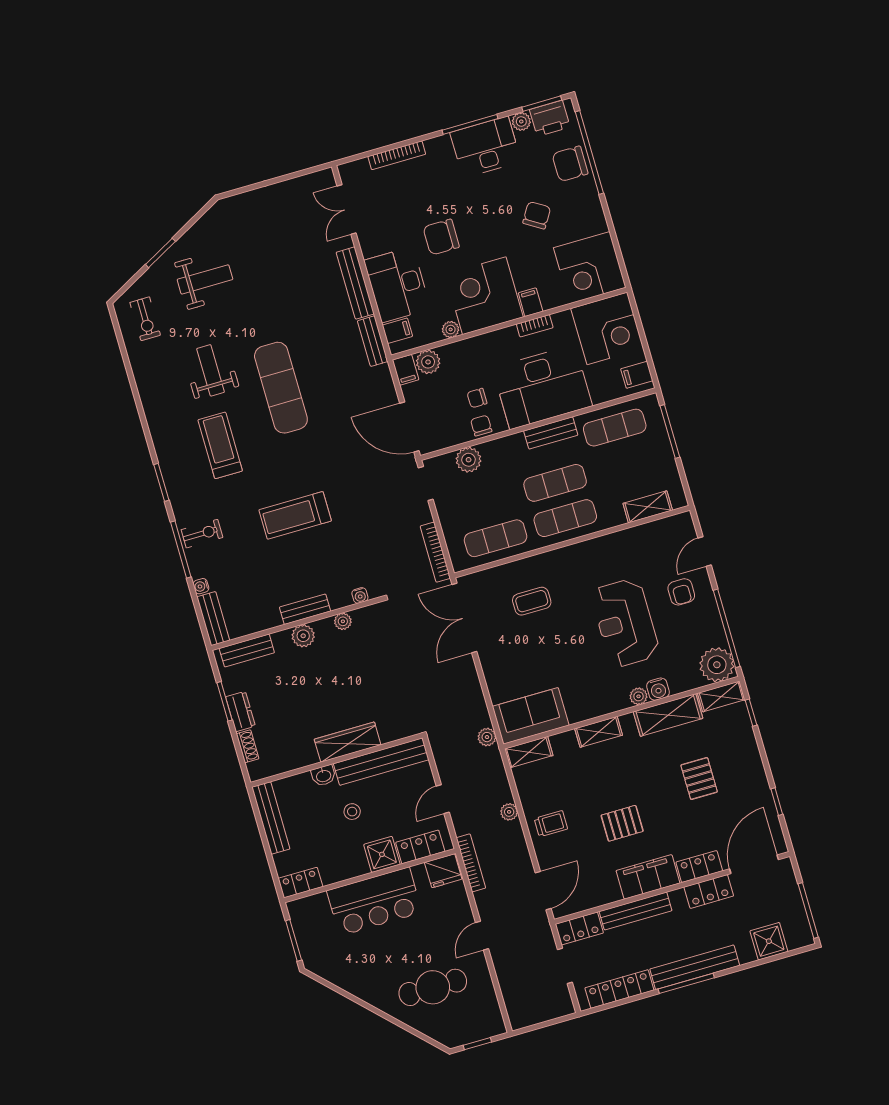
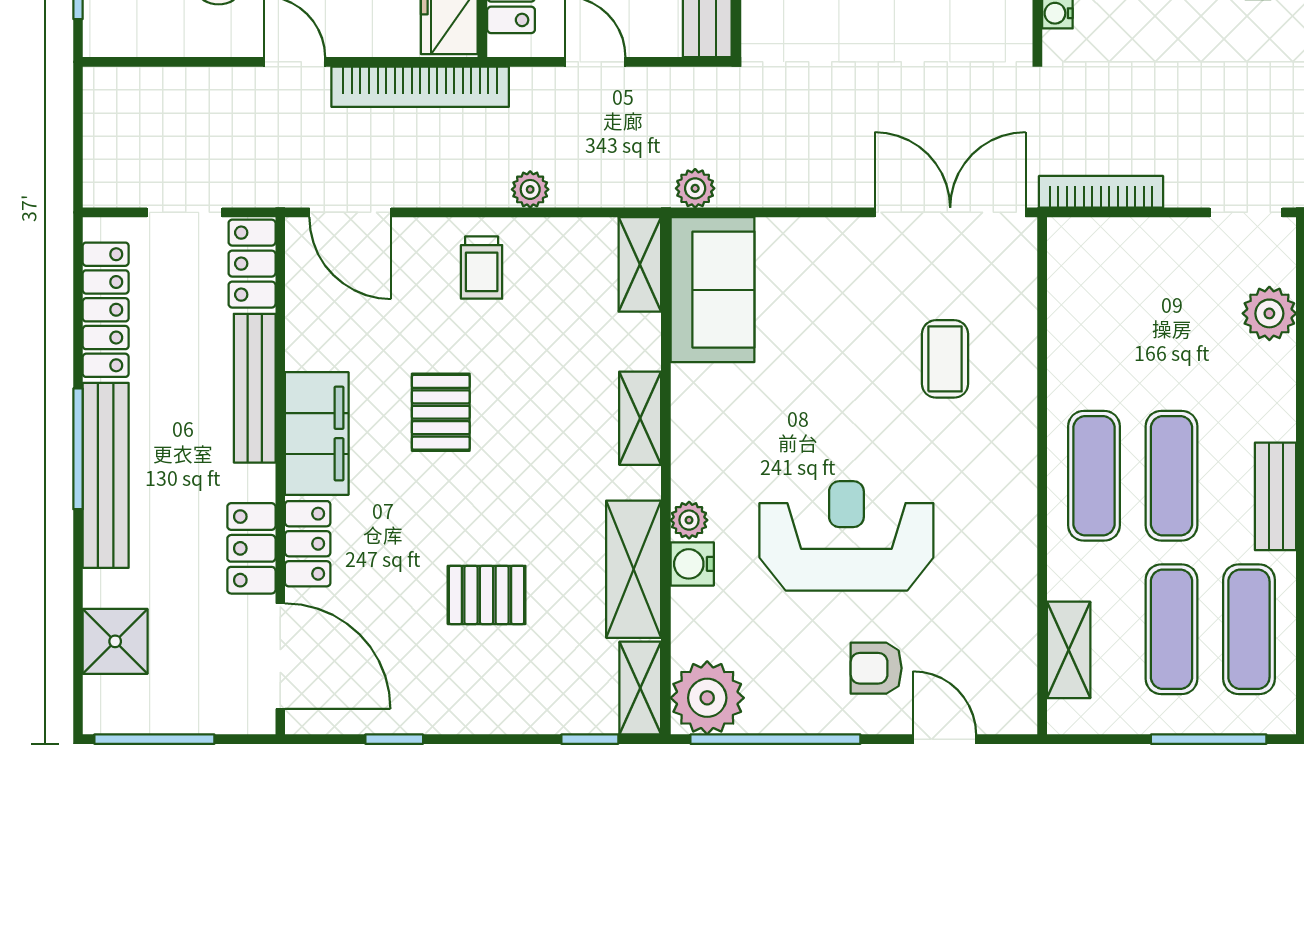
exercise mat: (496, 538) -> (1171, 629), moved
bookcase: (471, 863) -> (420, 87), width x1.48, depth x1.31

